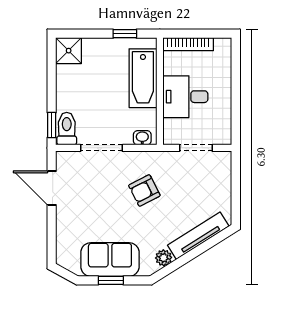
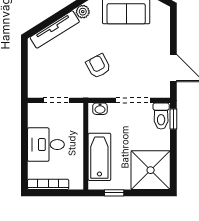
bookcase: (188, 44) -> (48, 184), moved
shower: (69, 51) -> (151, 170), width x1.86, depth x1.86
desk: (185, 97) -> (46, 145), moved, turned 180
armchair: (144, 190) -> (98, 66), turned -91

